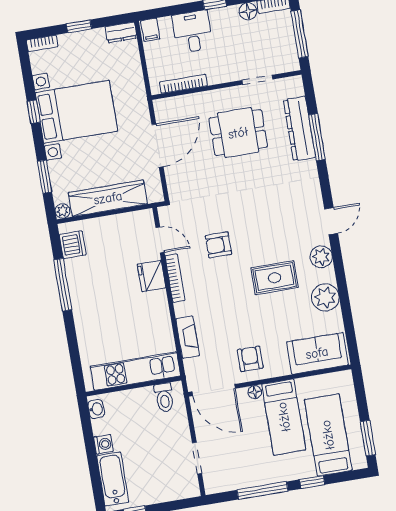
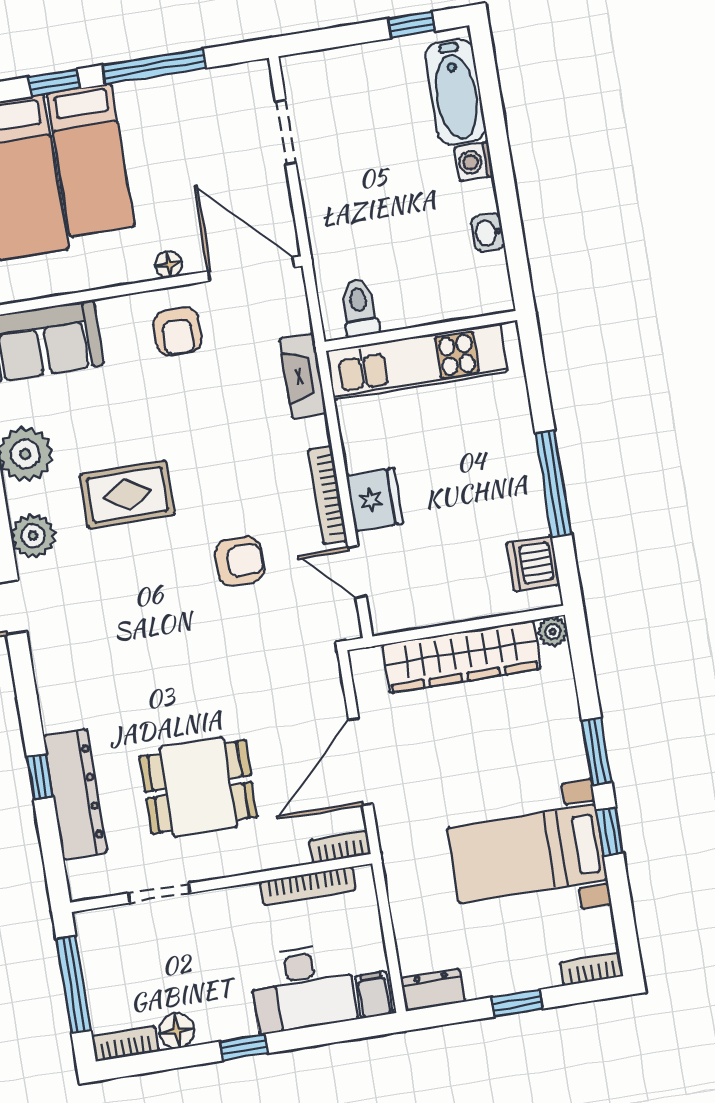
desk: (192, 32) -> (303, 988), width x1.37
bookcase: (168, 103) -> (340, 847), added
bed with nightstands: (76, 112) -> (527, 854), width x0.73
window: (317, 137) -> (40, 777), width x0.46
window: (45, 177) -> (597, 751), moved
kitchen unit: (135, 371) -> (417, 361), moved
wall: (134, 386) -> (421, 331), moved
toilet: (164, 398) -> (359, 308), moved
bed: (284, 417) -> (91, 160), moved, turned 180

